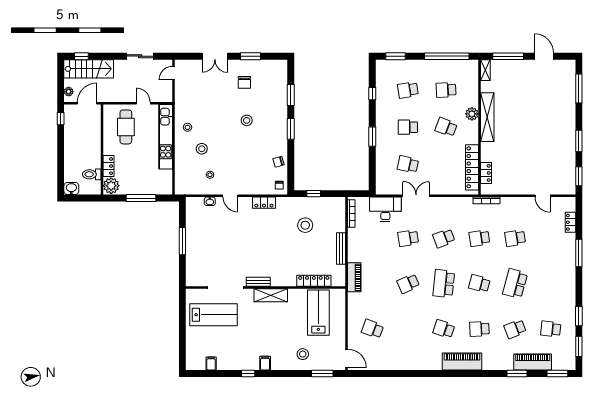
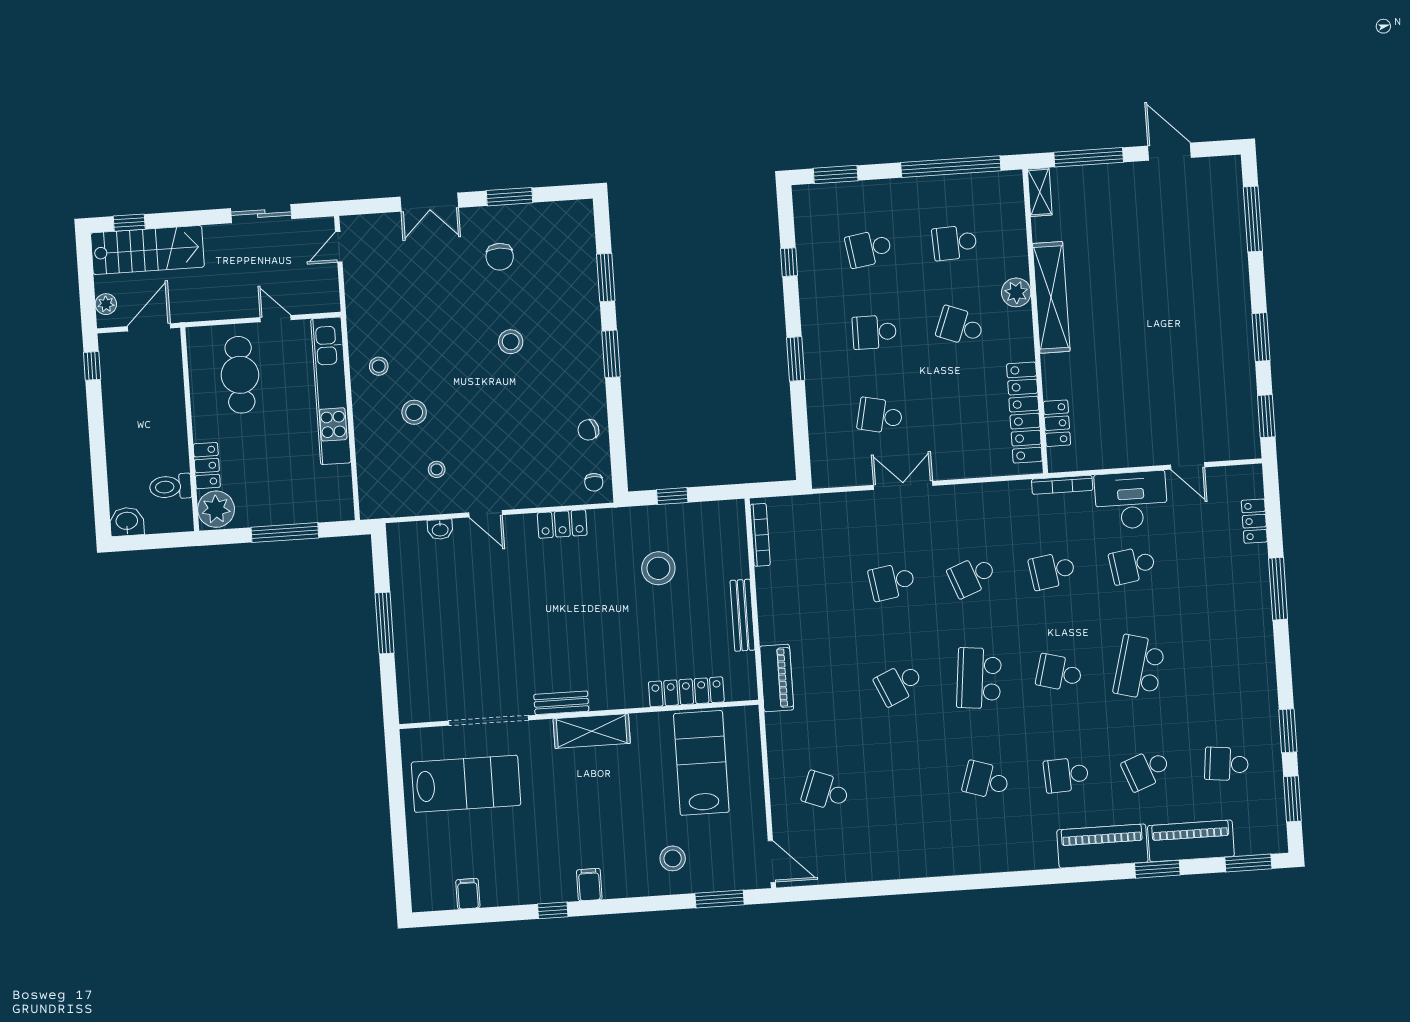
desk: (385, 209) -> (1131, 500), moved
piano: (462, 362) -> (1102, 846), moved

